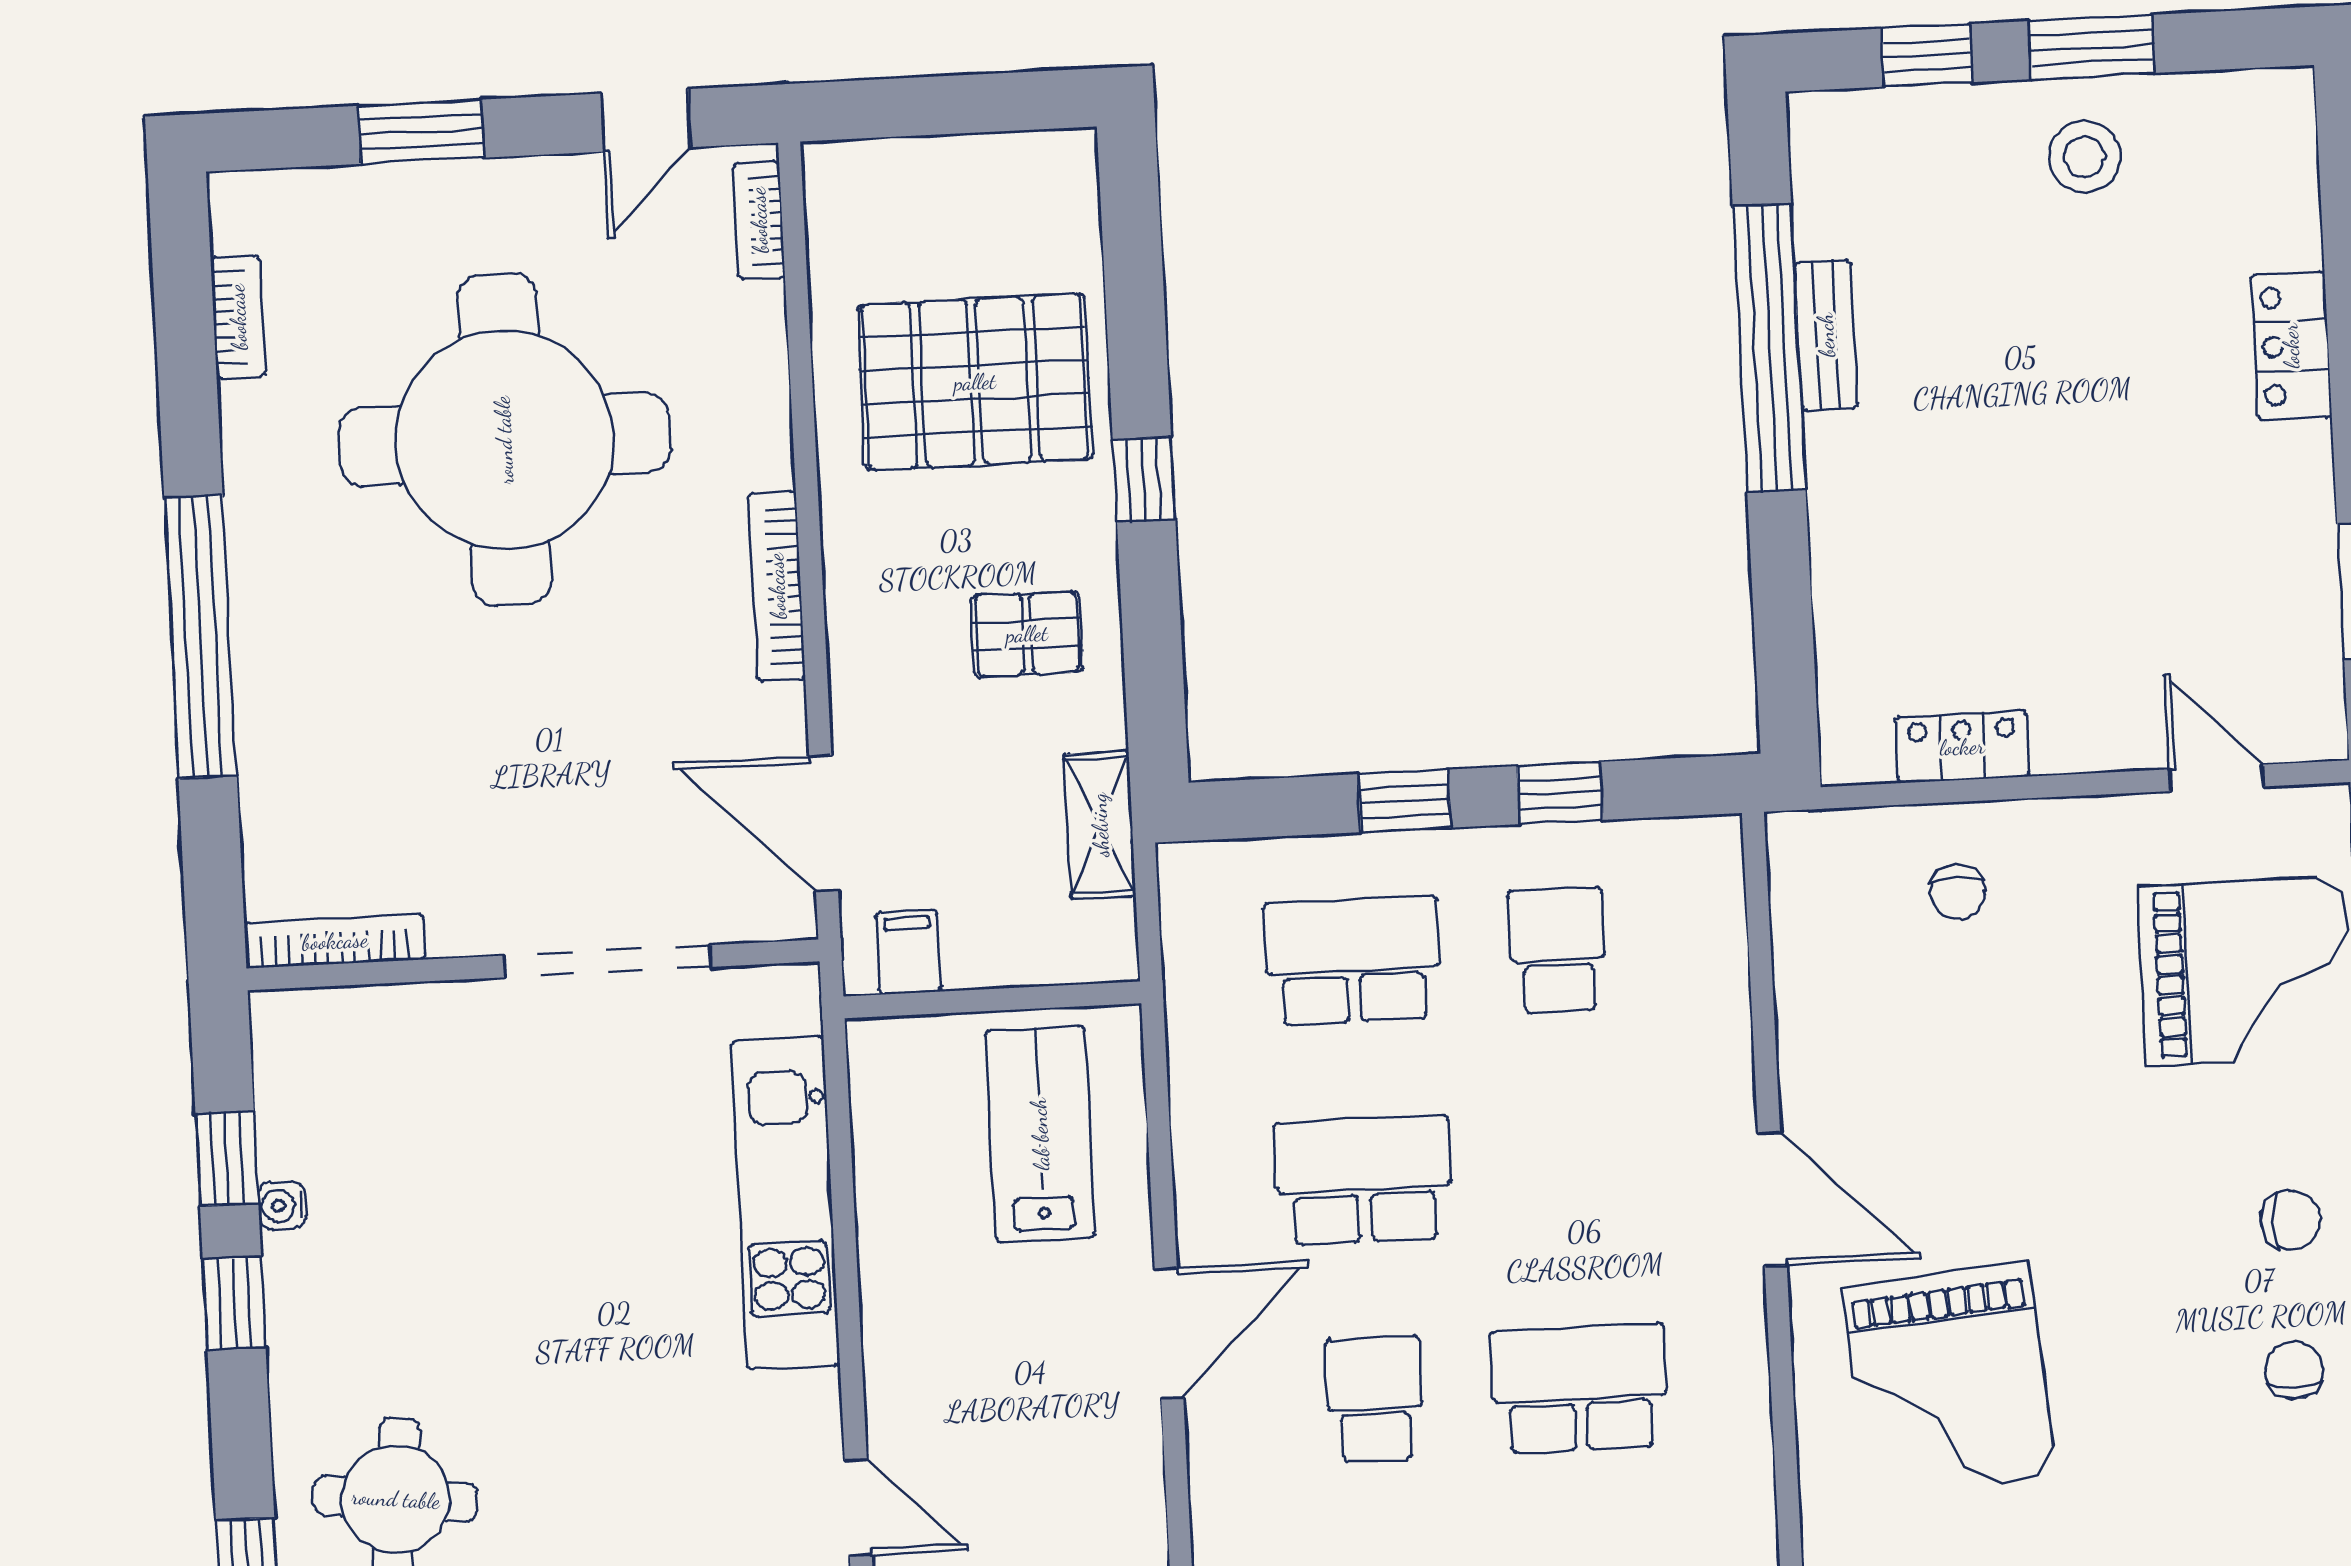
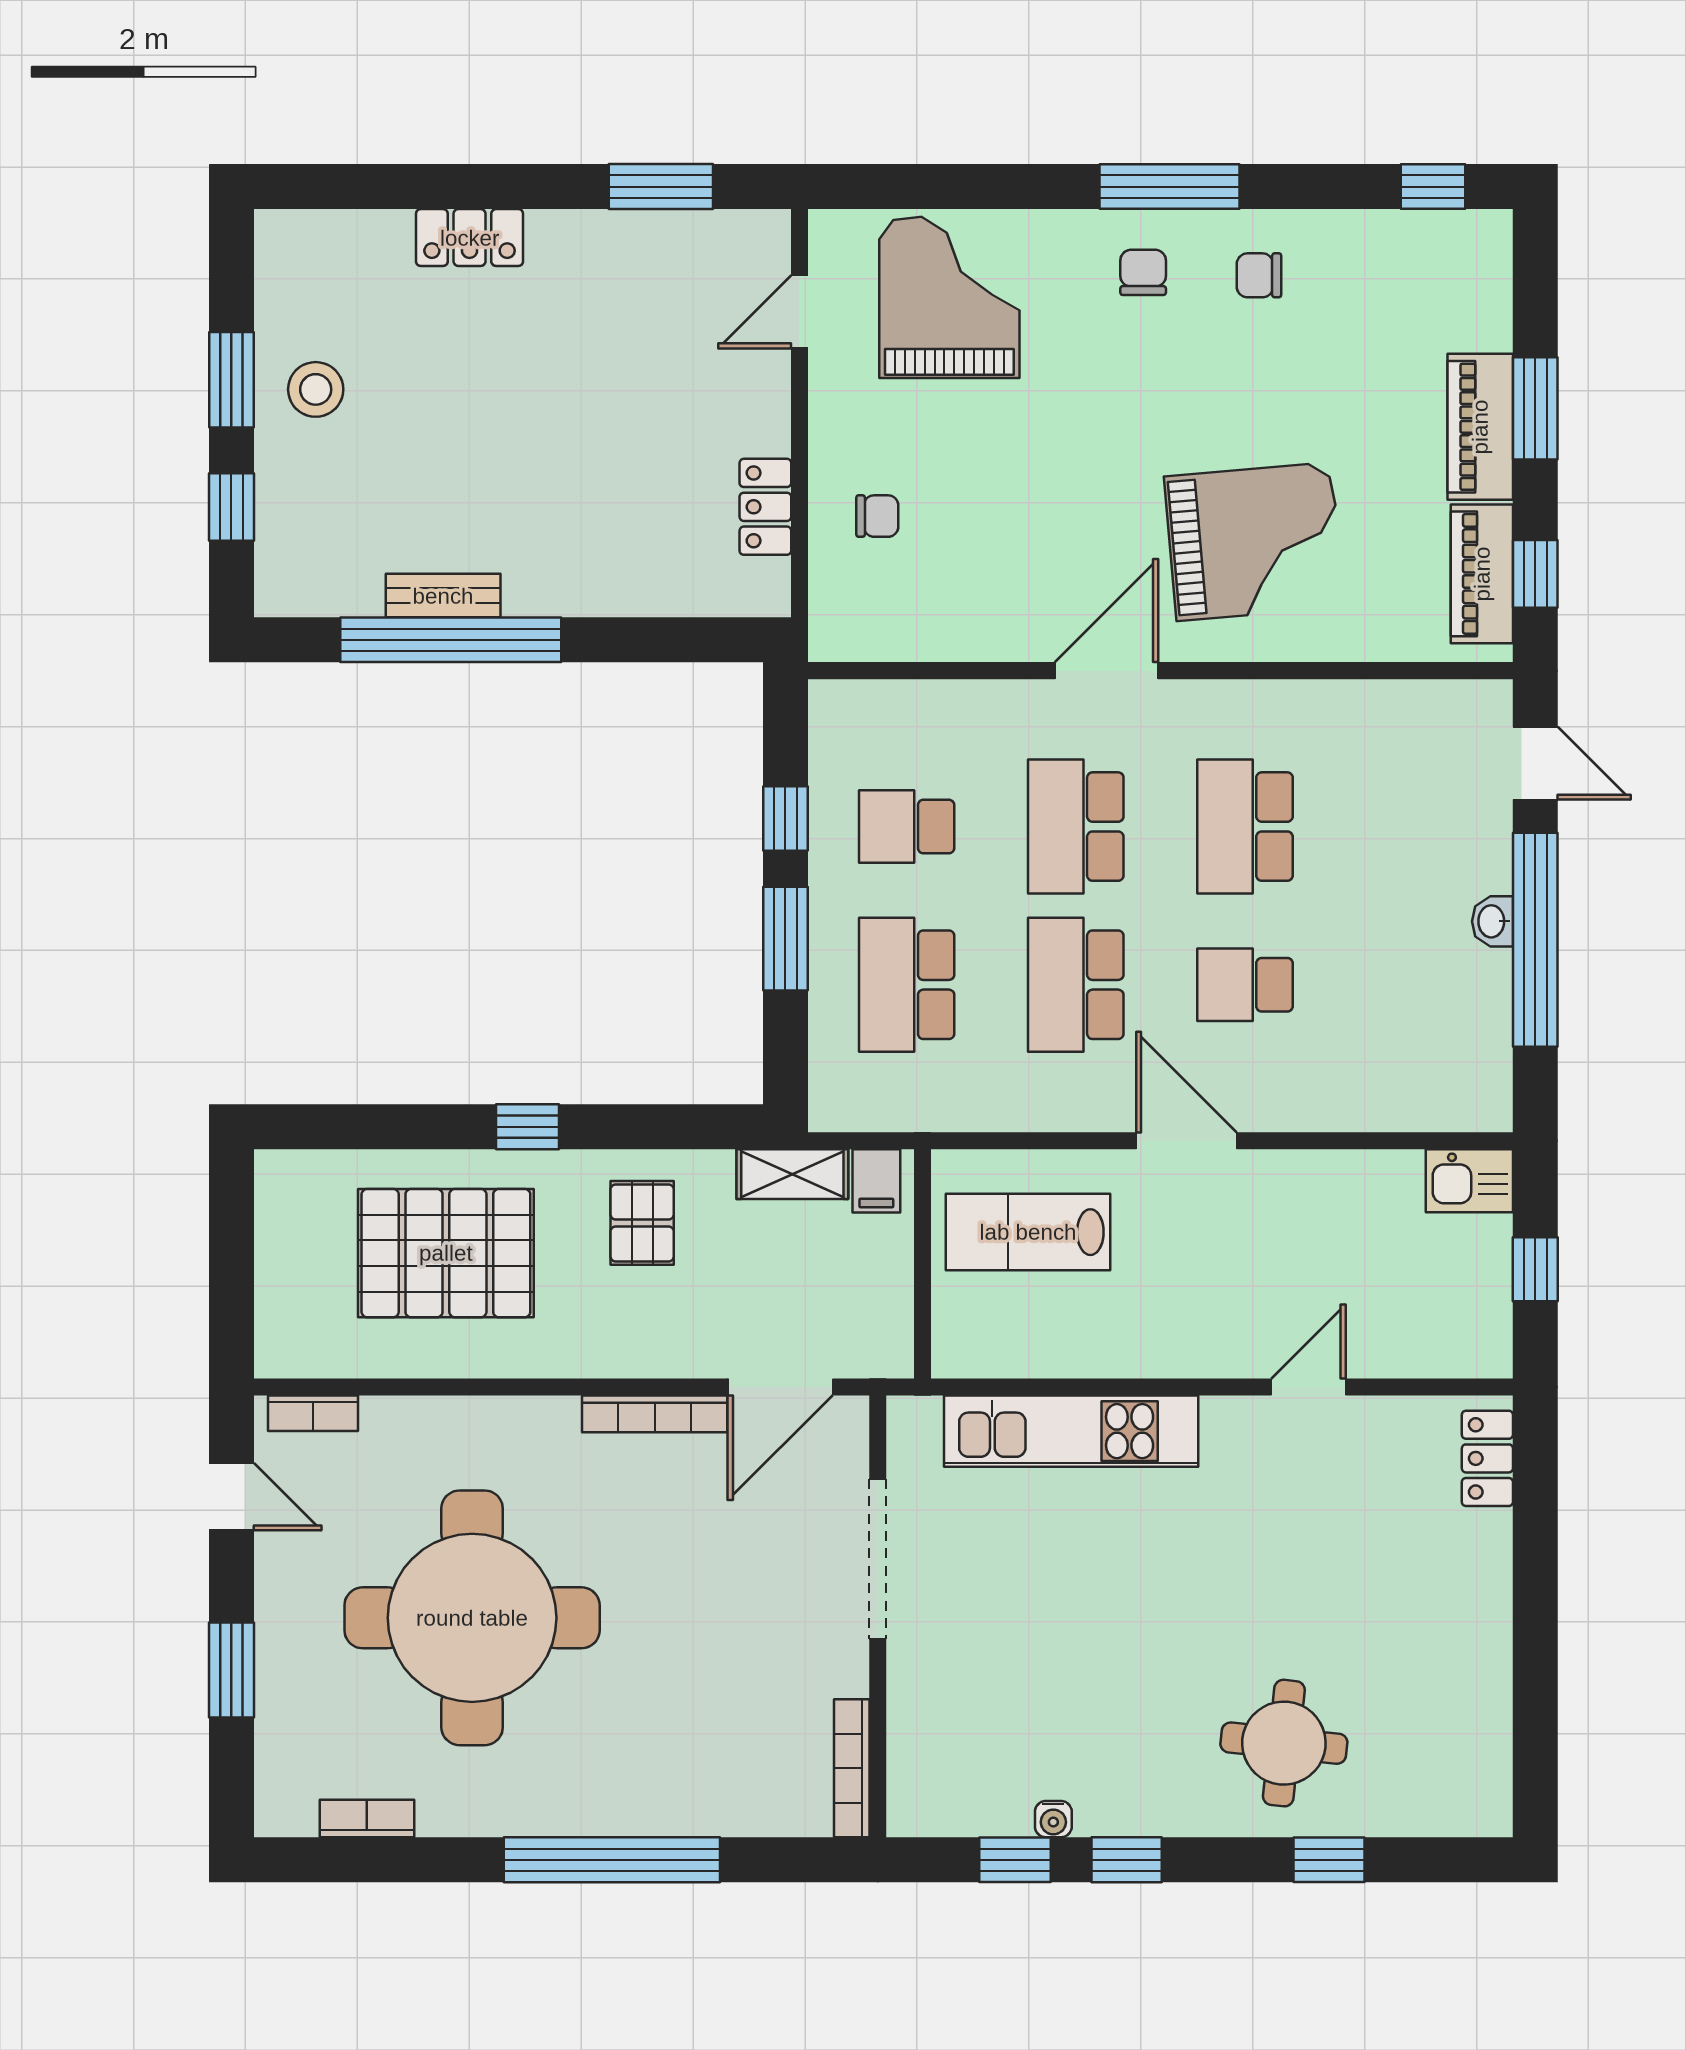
pallet: (975, 382) -> (446, 1253), turned 90
bookcase: (777, 586) -> (655, 1414), moved
window: (1404, 801) -> (785, 939), width x1.50
filing cabinet: (908, 952) -> (876, 1181), moved, turned -90
school desk: (1568, 1169) -> (1076, 827), added

